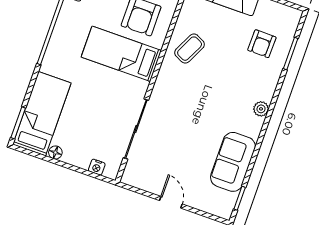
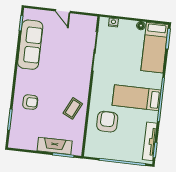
armchair: (262, 44) -> (30, 102), moved, turned 89
bed: (121, 54) -> (137, 98), moved, turned 180
plant: (261, 109) -> (20, 81), removed
sofa: (233, 162) -> (30, 45), width x1.36

